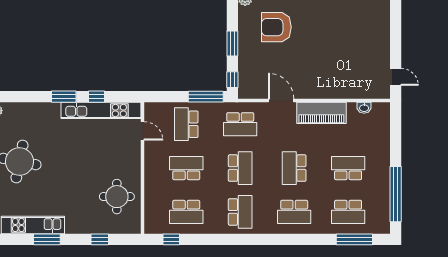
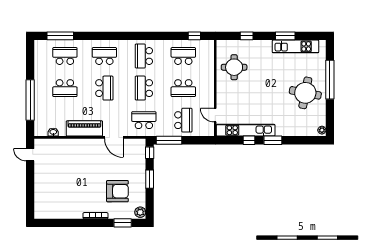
window: (396, 194) -> (30, 100), moved

